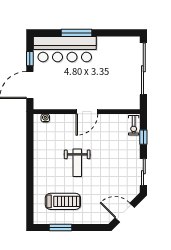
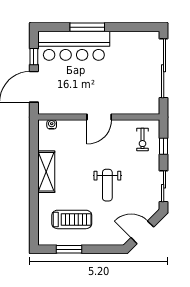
exercise bike: (134, 125) -> (142, 140), moved
shelving: (41, 160) -> (46, 172), added
weight bench: (77, 163) -> (107, 185), moved

